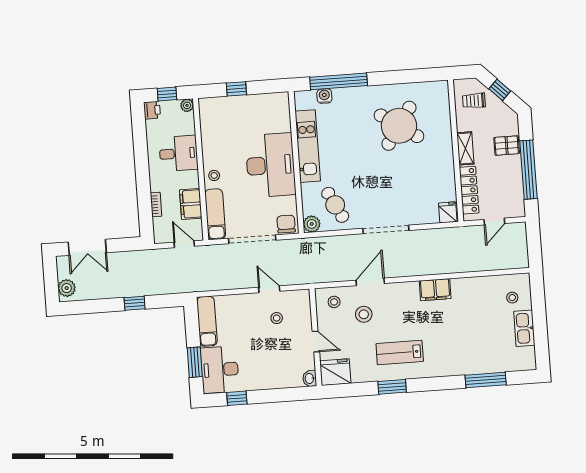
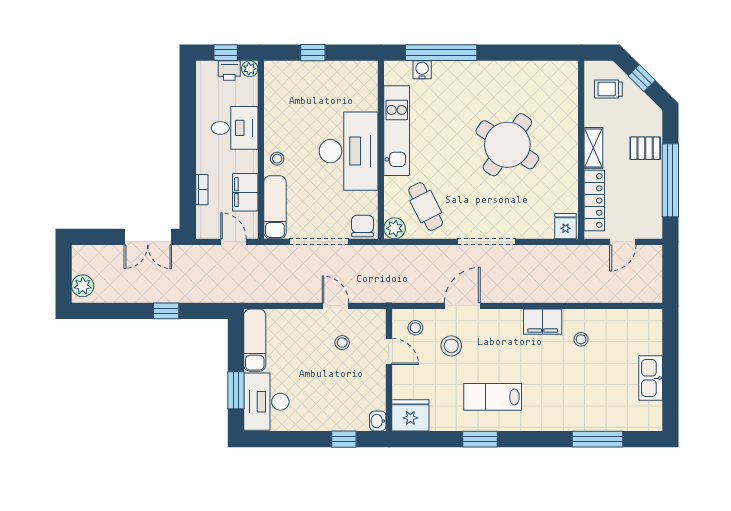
printer: (152, 110) -> (229, 70), moved, turned 90
round table: (399, 126) -> (507, 145), moved
double door: (87, 247) -> (148, 237), moved
stool: (512, 298) -> (581, 339), moved
door: (316, 342) -> (389, 352), moved
window: (237, 398) -> (344, 439), moved

